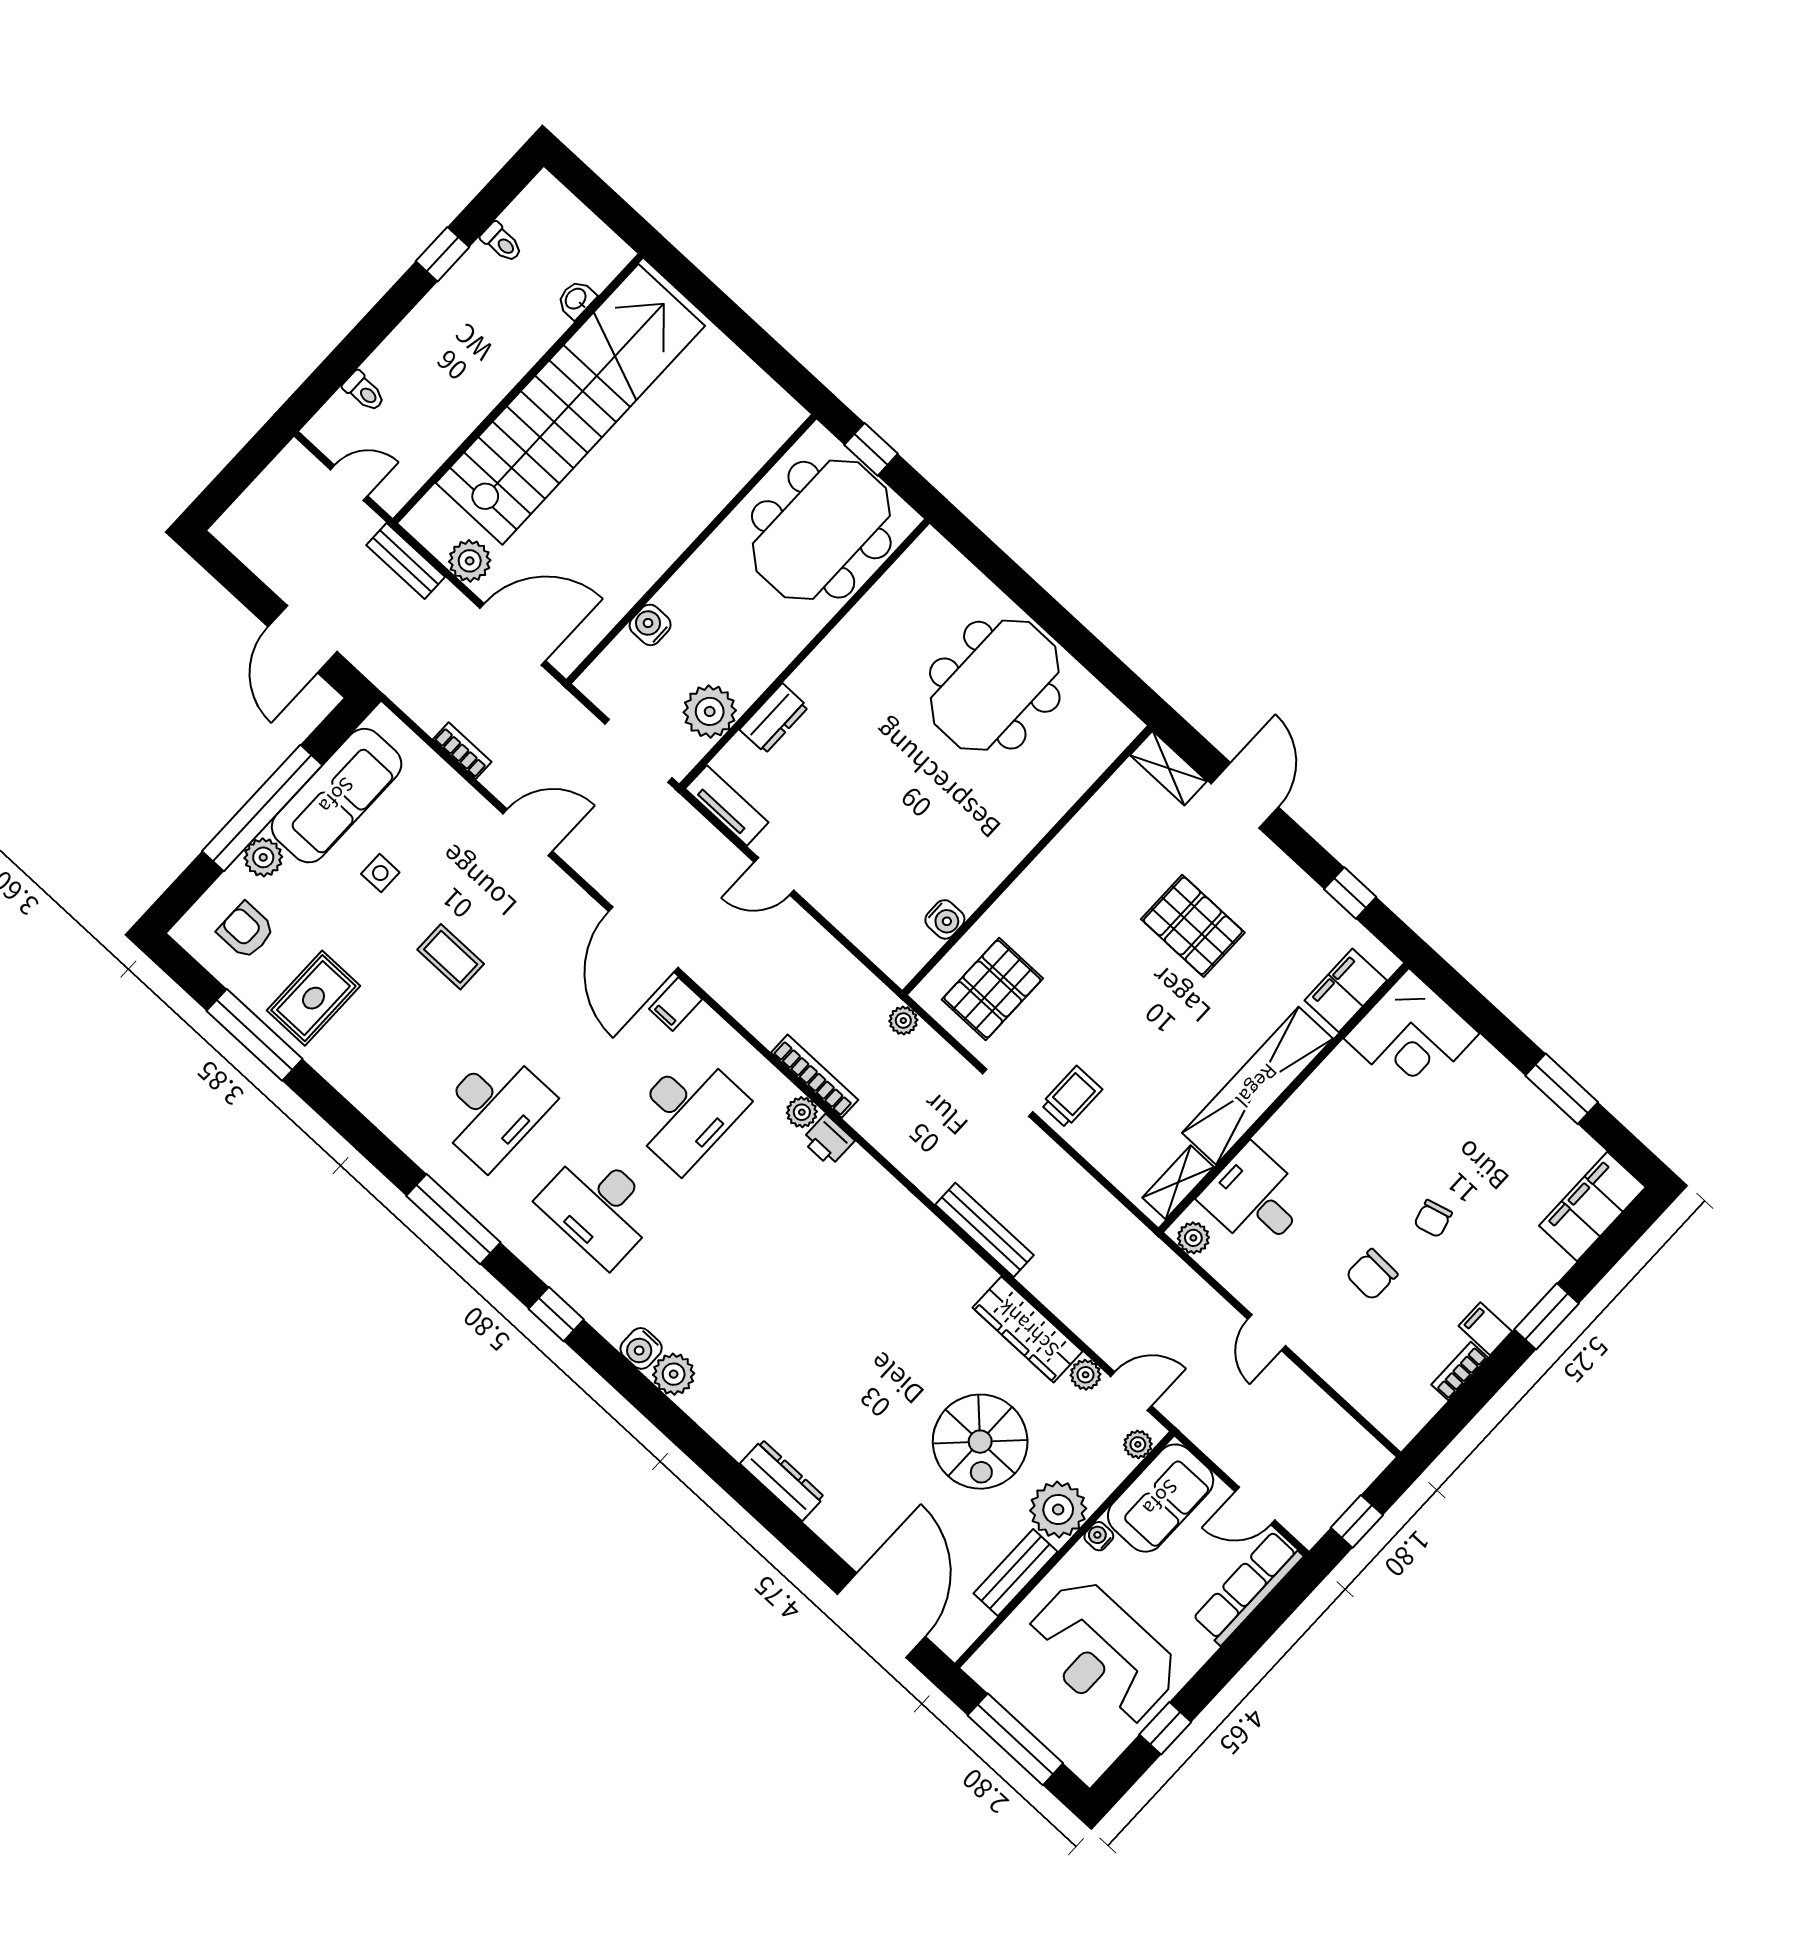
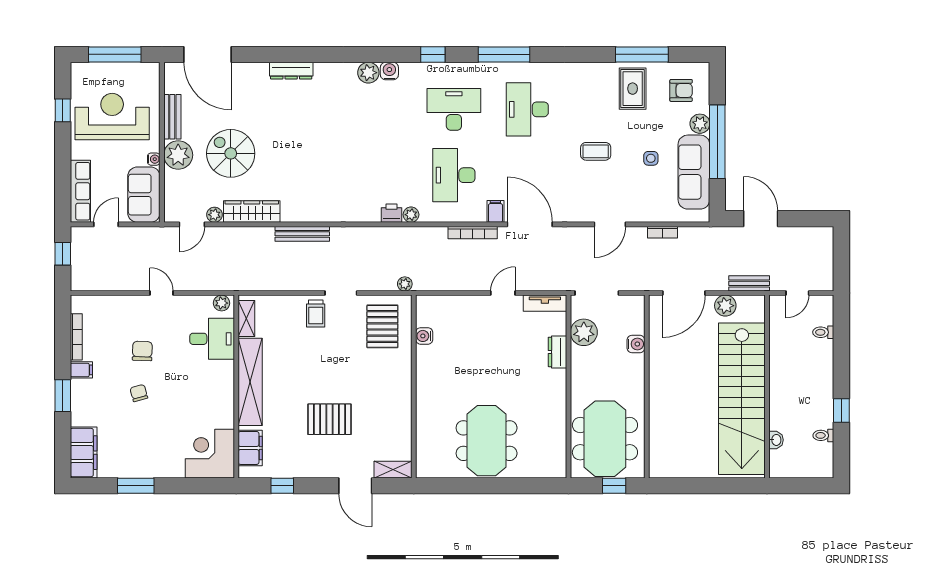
bookcase: (815, 1076) -> (473, 233), moved
bookcase: (1460, 1371) -> (76, 337), width x1.56
plant: (1138, 1444) -> (171, 207), removed

